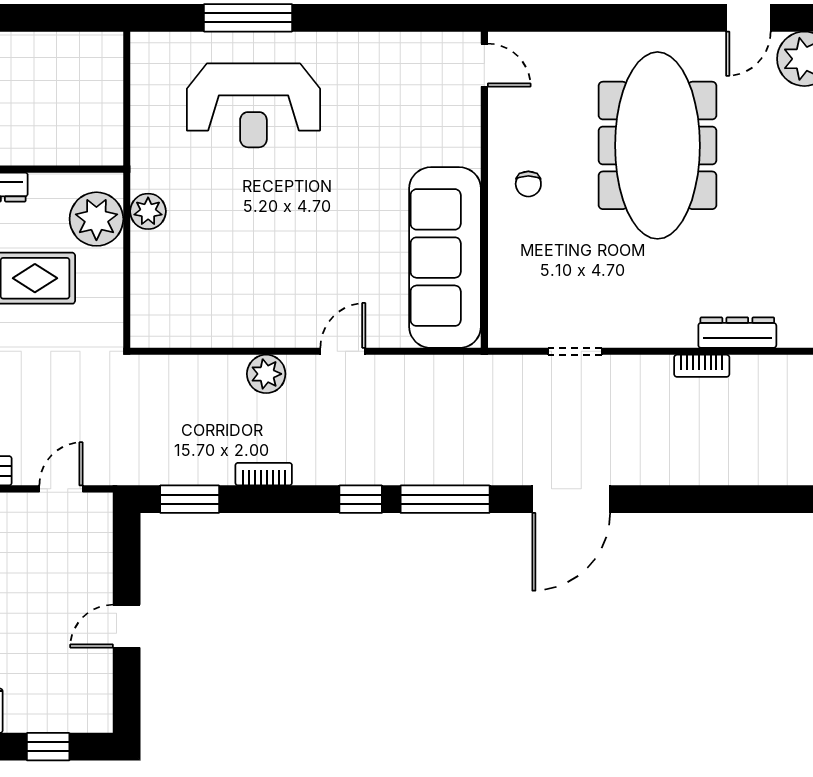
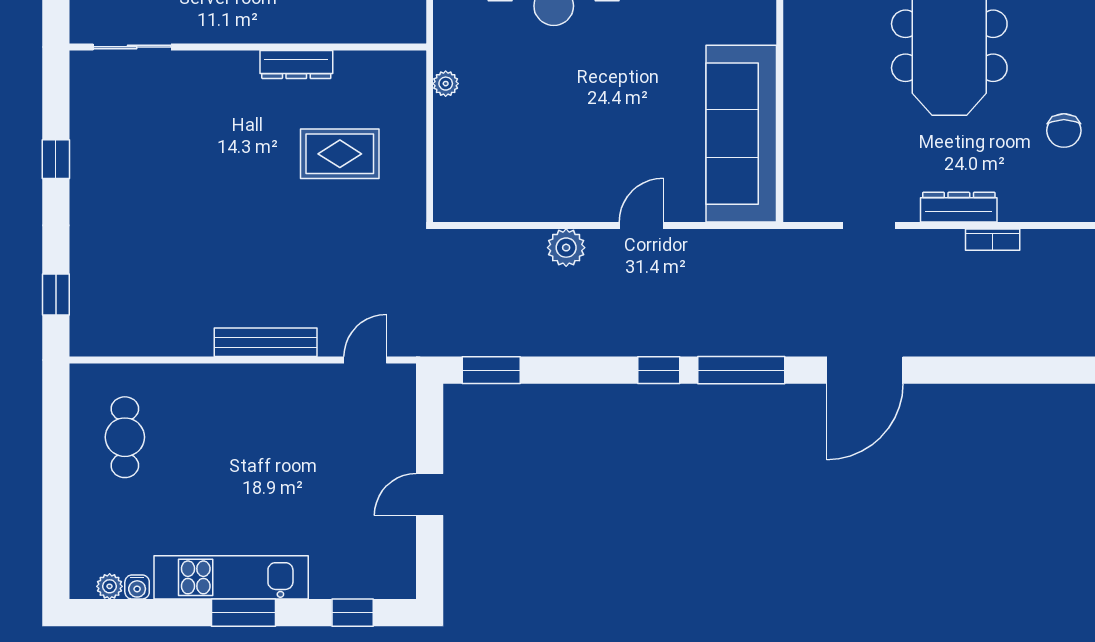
chair: (528, 184) -> (1064, 131), moved, width x1.37, depth x1.37
plant: (148, 211) -> (446, 84), width x0.73, depth x0.73
plant: (96, 219) -> (400, 96), removed
dresser: (737, 333) -> (959, 207), moved
bookcase: (264, 474) -> (564, 346), removed

